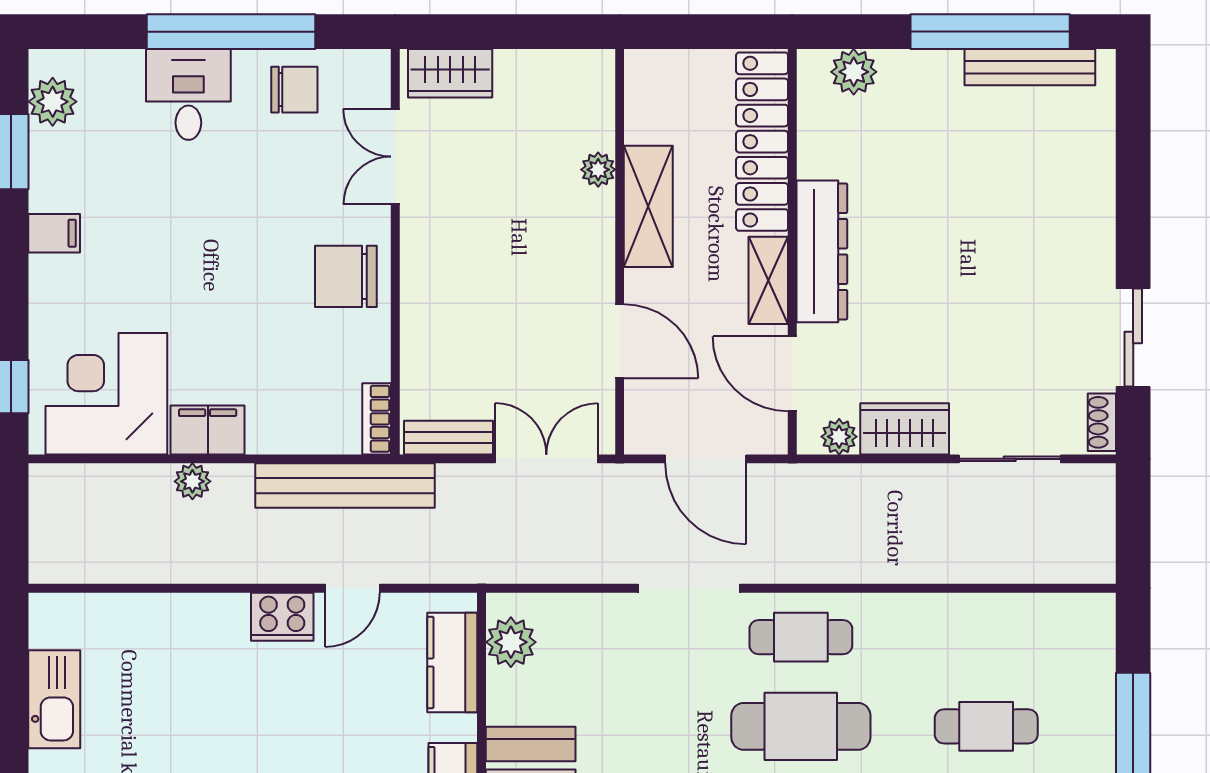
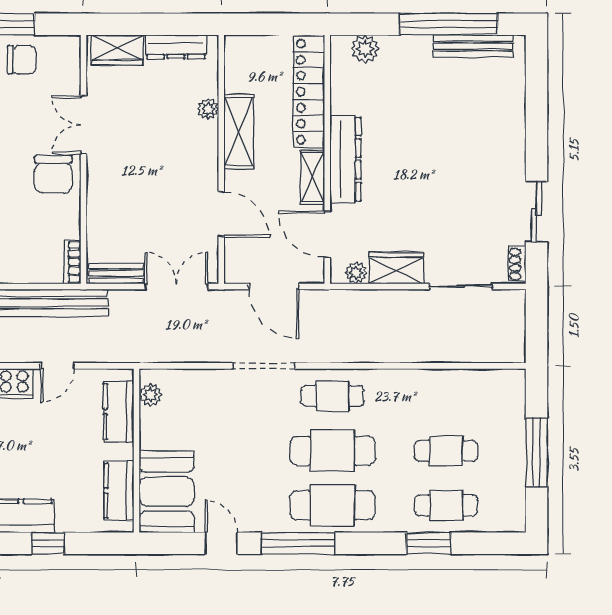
dresser: (546, 68) -> (176, 47), added
double door: (395, 157) -> (84, 125), moved
chair: (346, 276) -> (53, 174), turned -90
plant: (511, 642) -> (150, 395), width x0.73, depth x0.73

